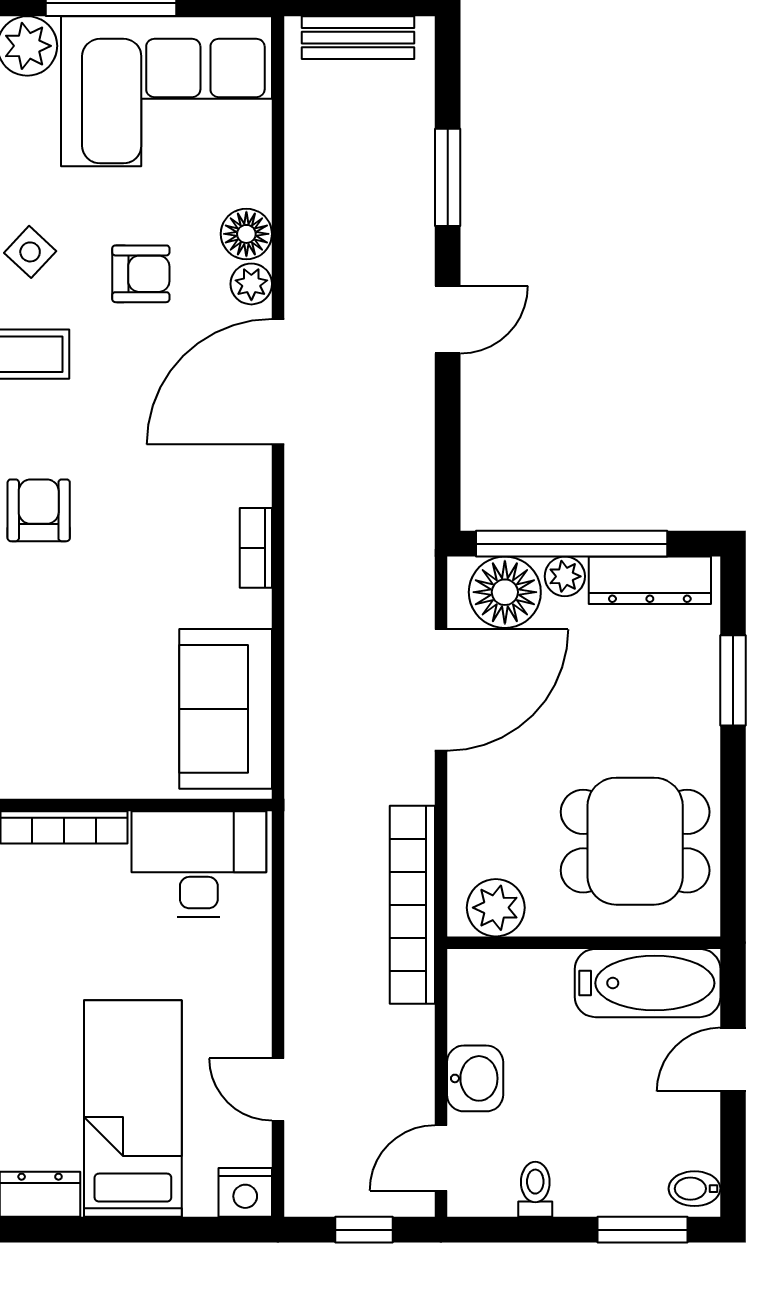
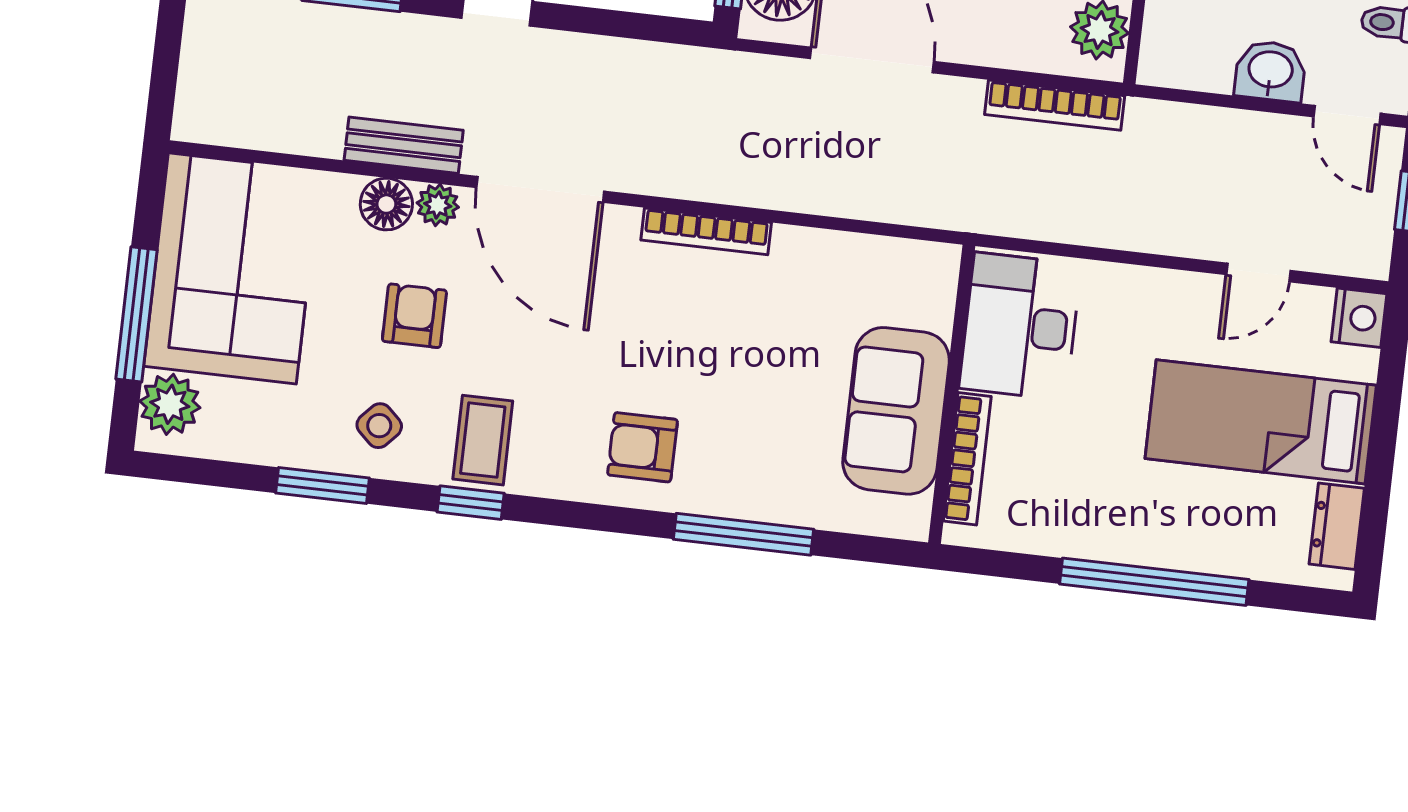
bench: (358, 38) -> (404, 145), moved, turned 90
bookcase: (256, 548) -> (706, 231), width x1.56
sofa: (226, 709) -> (896, 411), moved, turned 90
bookcase: (412, 905) -> (1055, 105), width x0.68, depth x0.76

